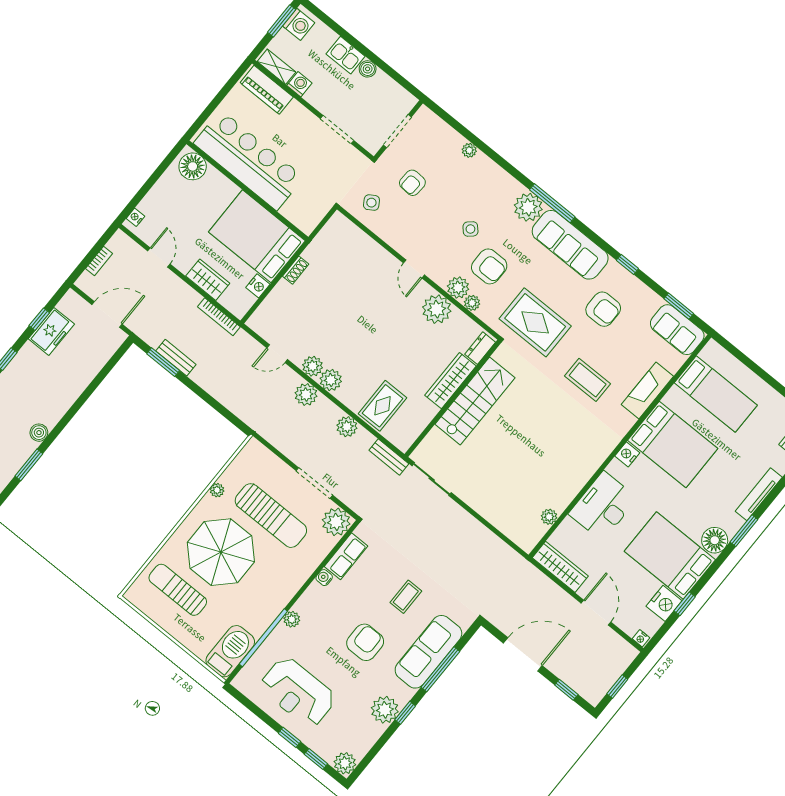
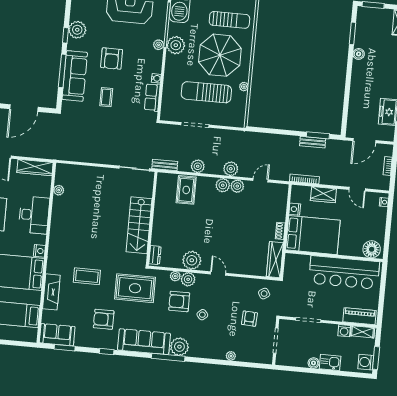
wardrobe: (451, 381) -> (275, 260), moved, turned 180
plant: (336, 522) -> (176, 45), moved

